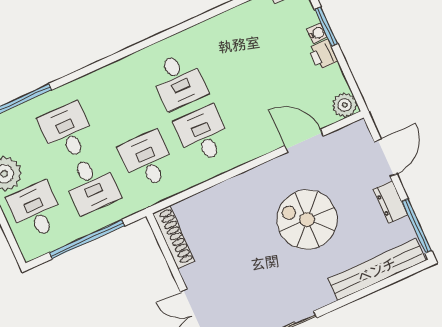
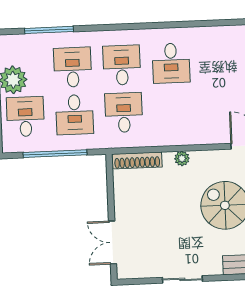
desk: (203, 134) -> (122, 65), moved
plant: (236, 186) -> (182, 159), added
shoe rack: (174, 237) -> (137, 160), moved, turned 90

